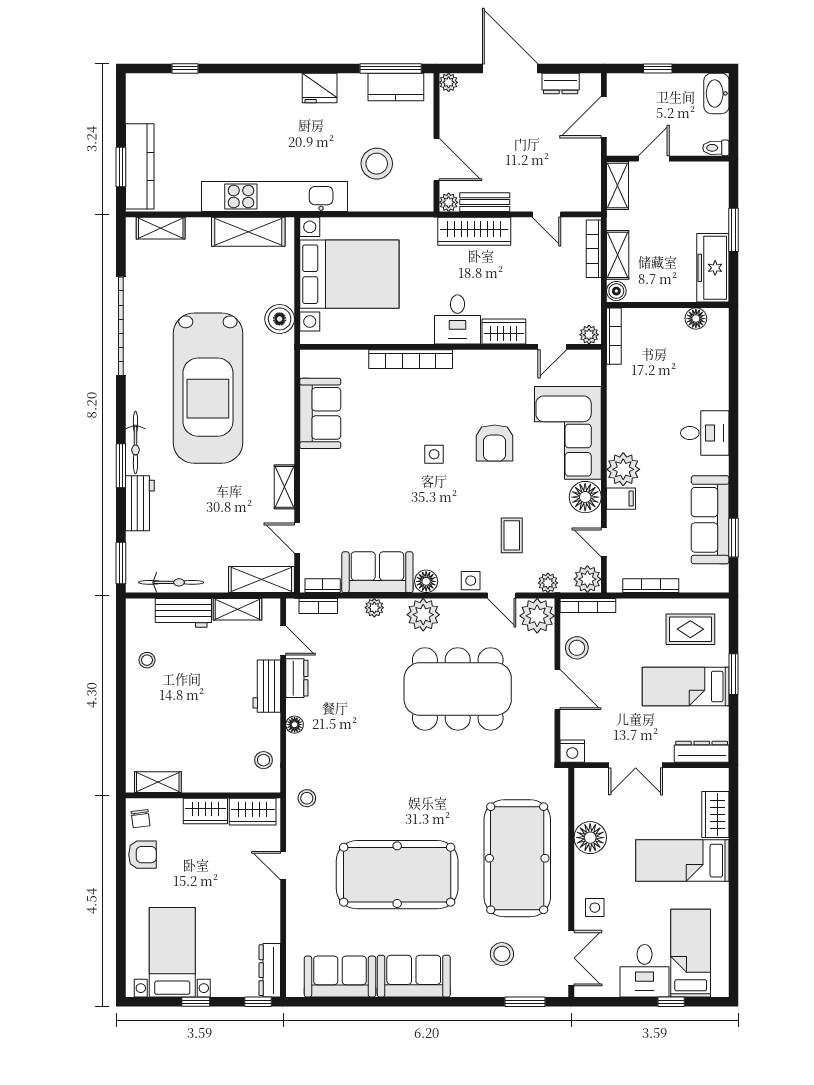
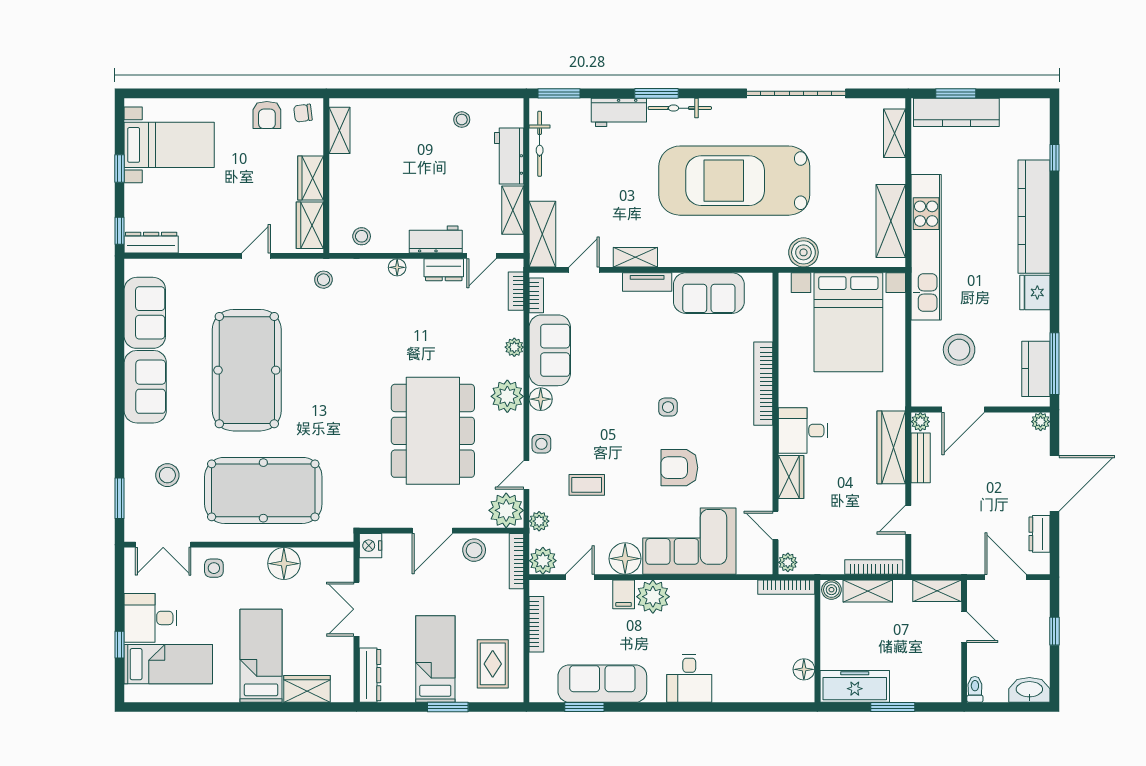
kitchen counter: (244, 89) -> (1034, 217), added
tv unit: (309, 475) -> (647, 282), added

